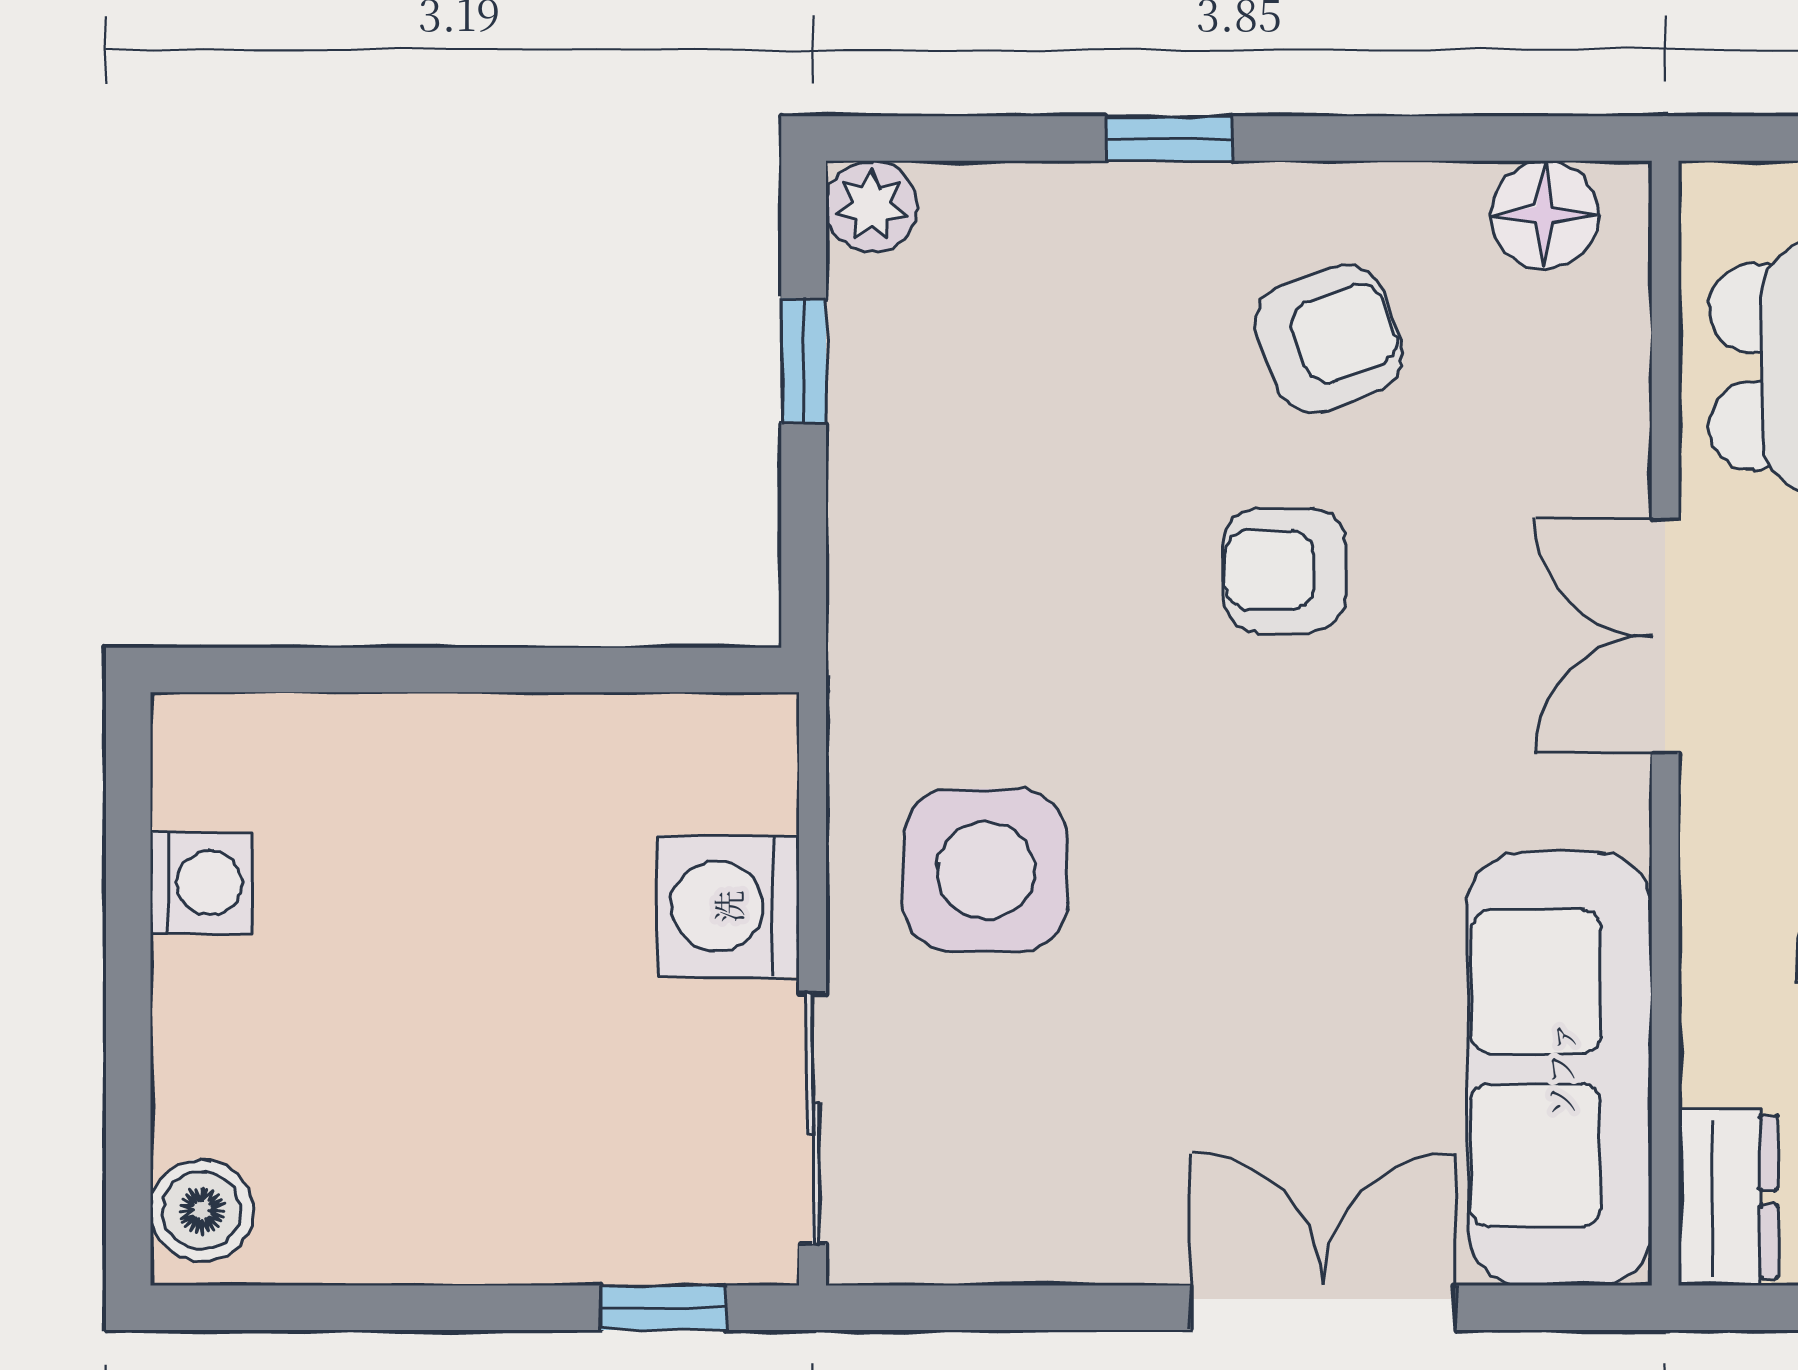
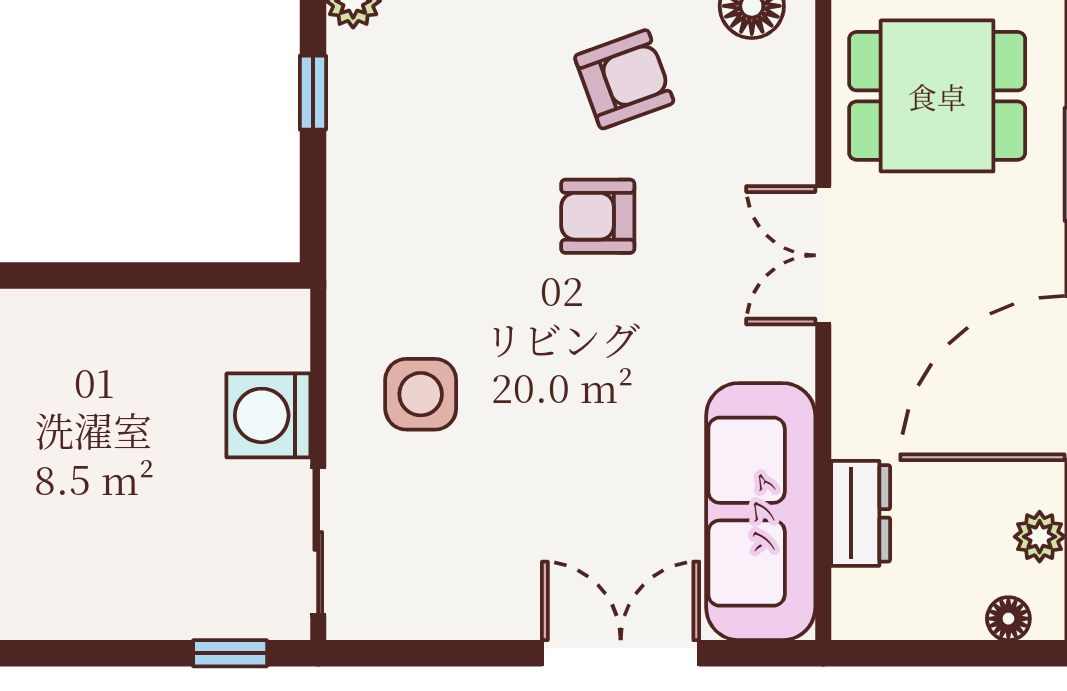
side table: (985, 870) -> (421, 394), width x0.73, depth x0.73
dresser: (1728, 1197) -> (861, 513), moved

